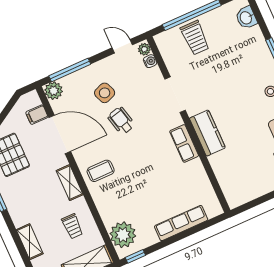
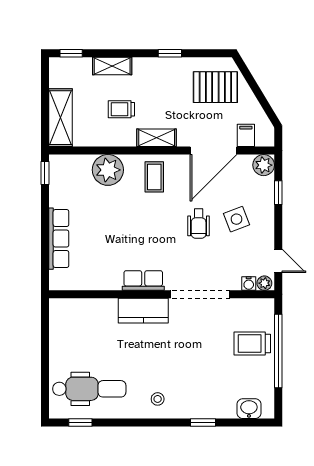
door: (122, 46) -> (278, 261), hinge flipped
window: (70, 70) -> (278, 193), width x0.46
doorway: (175, 95) -> (200, 294), width x1.36
wheelchair: (121, 121) -> (199, 224), turned 104
trolley: (72, 226) -> (121, 109), moved
plant: (123, 235) -> (108, 170), moved

